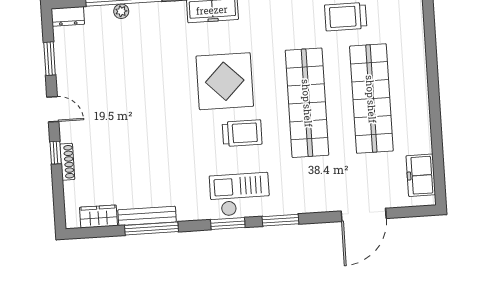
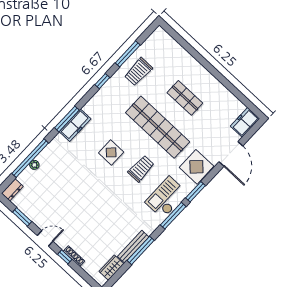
display table: (225, 81) -> (111, 152), width x0.54, depth x0.54
shop shelf: (371, 99) -> (185, 98), width x0.50, depth x0.74
freezer: (421, 175) -> (245, 122), moved, turned 90
display table: (309, 192) -> (196, 167), added
window: (228, 224) -> (173, 216), width x1.44

